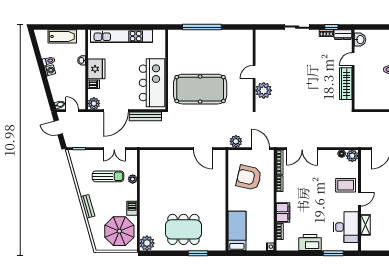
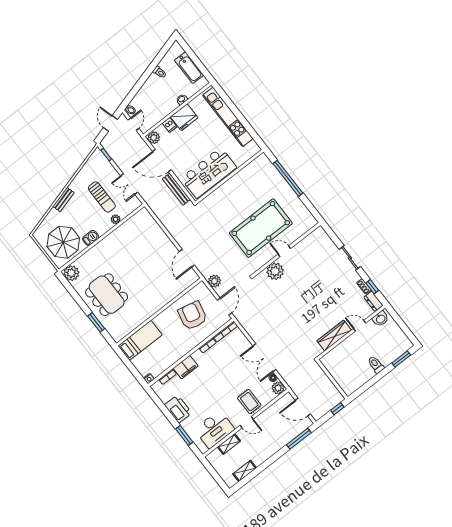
washing machine: (50, 70) -> (153, 79), removed
pool table: (200, 89) -> (261, 228), moved, turned 90
double door: (302, 149) -> (264, 358), moved

